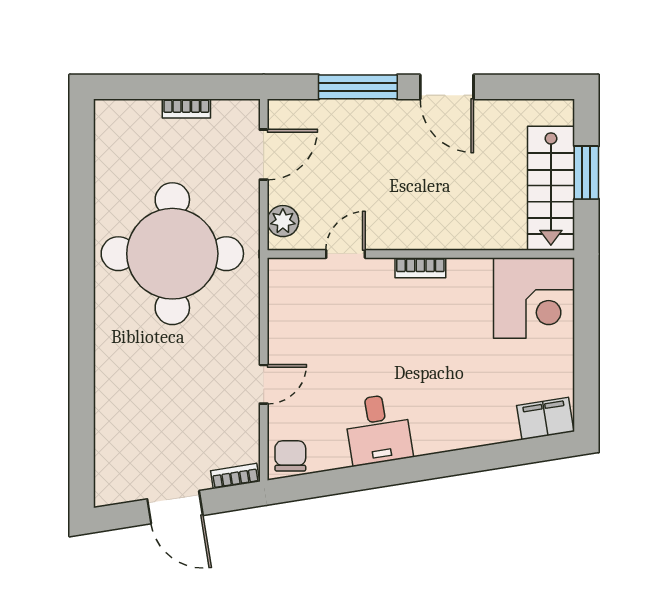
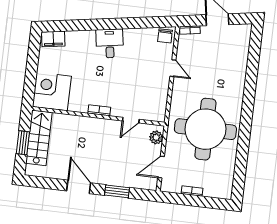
window: (358, 87) -> (117, 191), width x0.69
door: (264, 384) -> (173, 68), swing flipped
desk: (378, 429) -> (110, 43), moved

